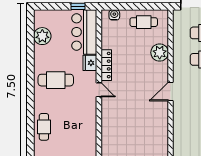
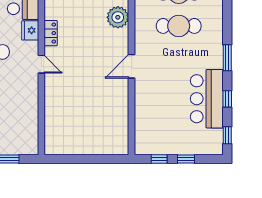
locker: (106, 65) -> (51, 33), width x0.66

